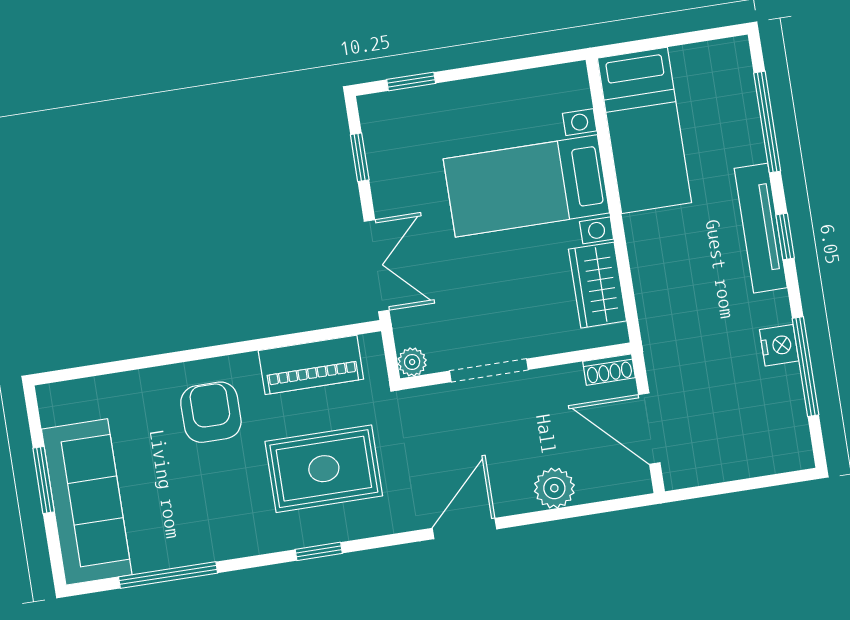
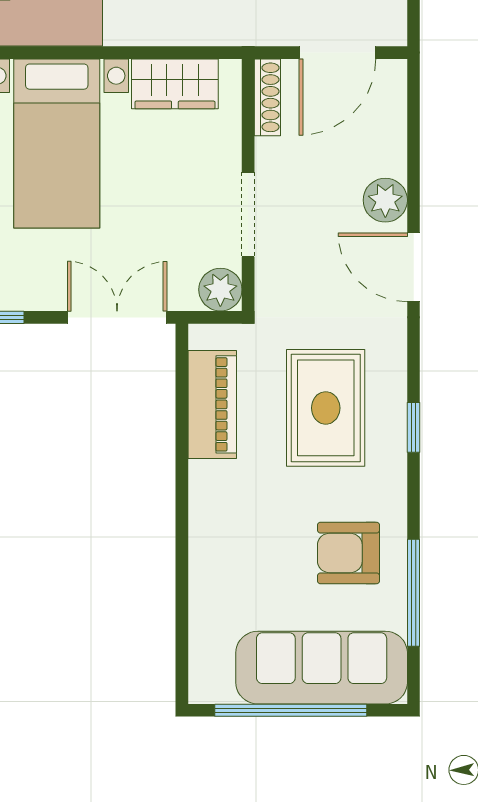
plant: (412, 362) -> (220, 290), width x1.38, depth x1.38
shoe rack: (609, 370) -> (267, 97), width x1.43
armchair: (211, 412) -> (348, 553), moved
window: (44, 480) -> (291, 710), width x2.11
plant: (554, 488) -> (385, 200), moved

